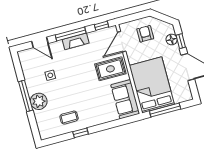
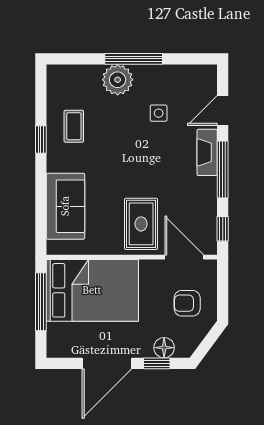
armchair: (145, 34) -> (187, 303), turned 180
fireplace: (76, 41) -> (207, 152), moved
sofa: (125, 99) -> (65, 206), moved, turned 90

